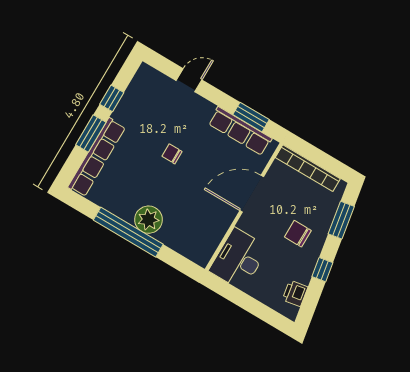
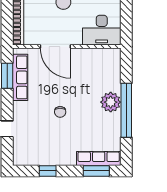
window: (91, 134) -> (96, 171), moved
row of seats: (97, 157) -> (99, 158), width x0.73

